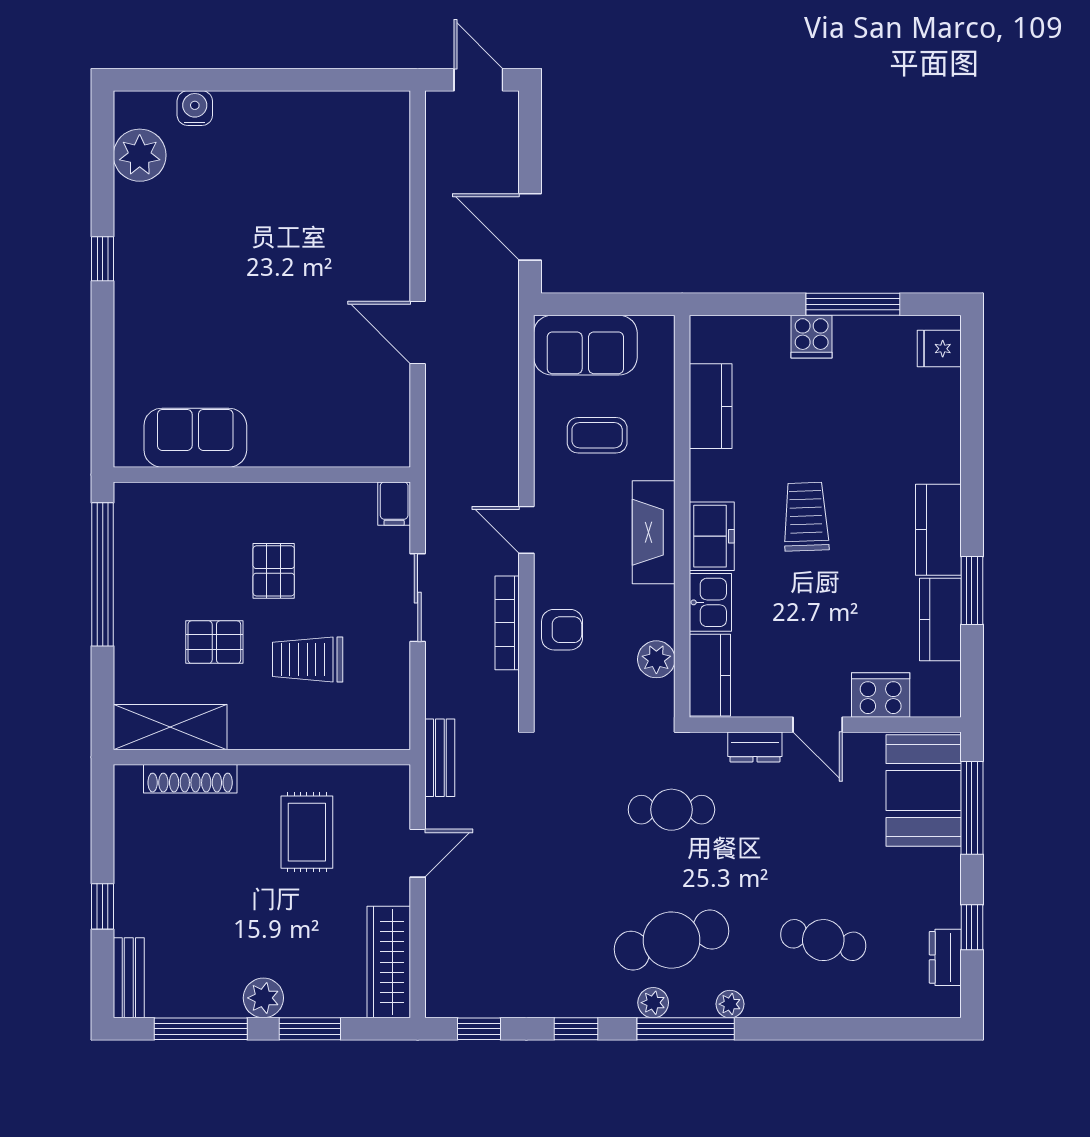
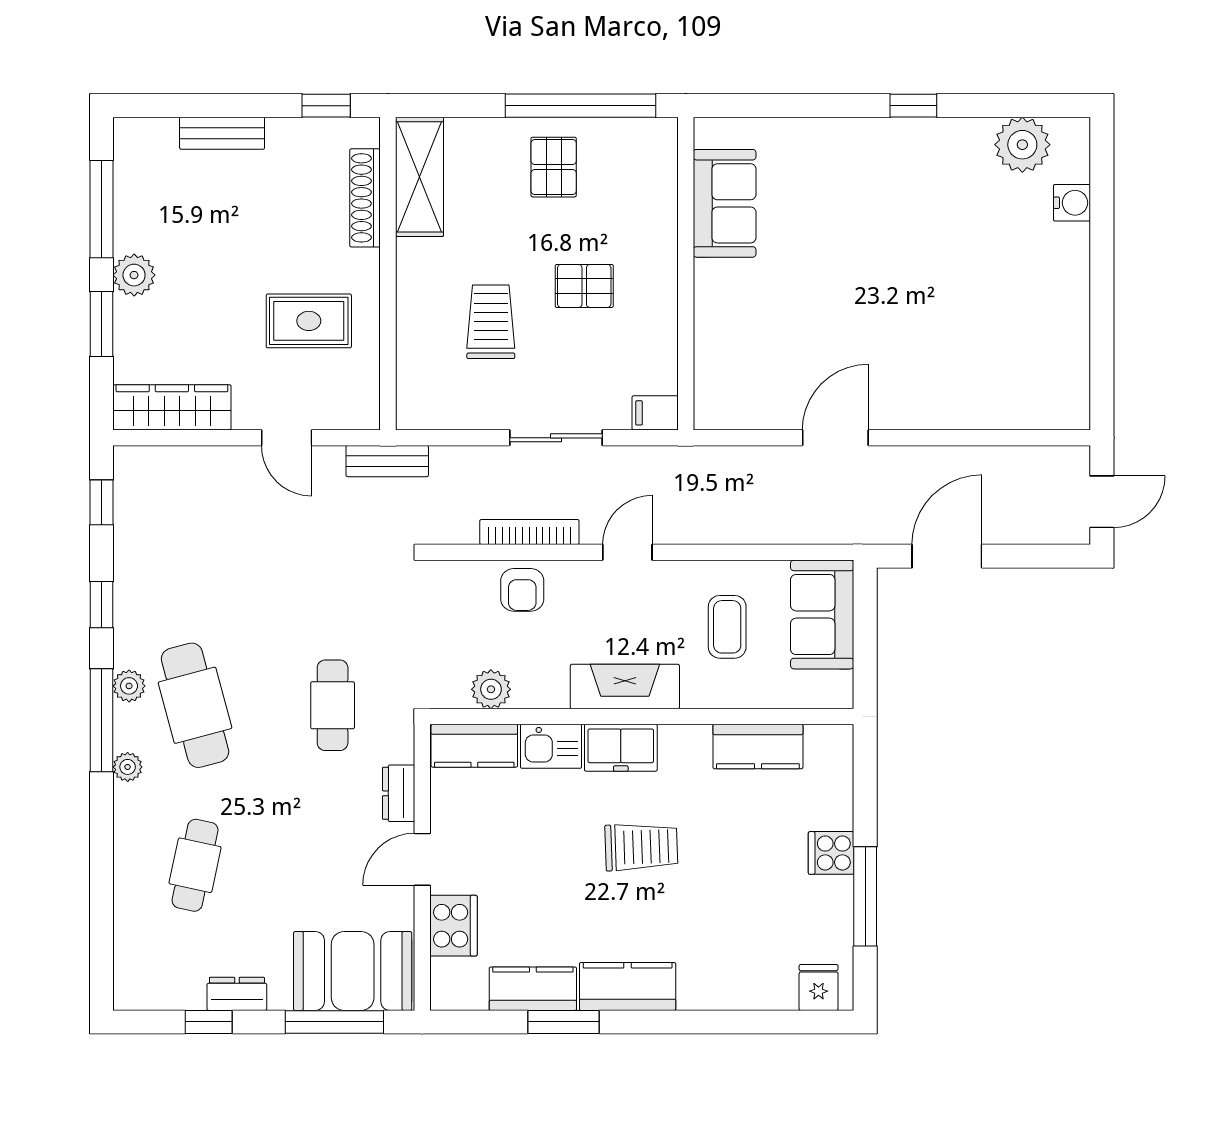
pallet: (214, 642) -> (554, 167), moved
window: (103, 906) -> (326, 106), moved
dresser: (945, 957) -> (237, 994), moved
bench: (129, 978) -> (222, 133), moved

